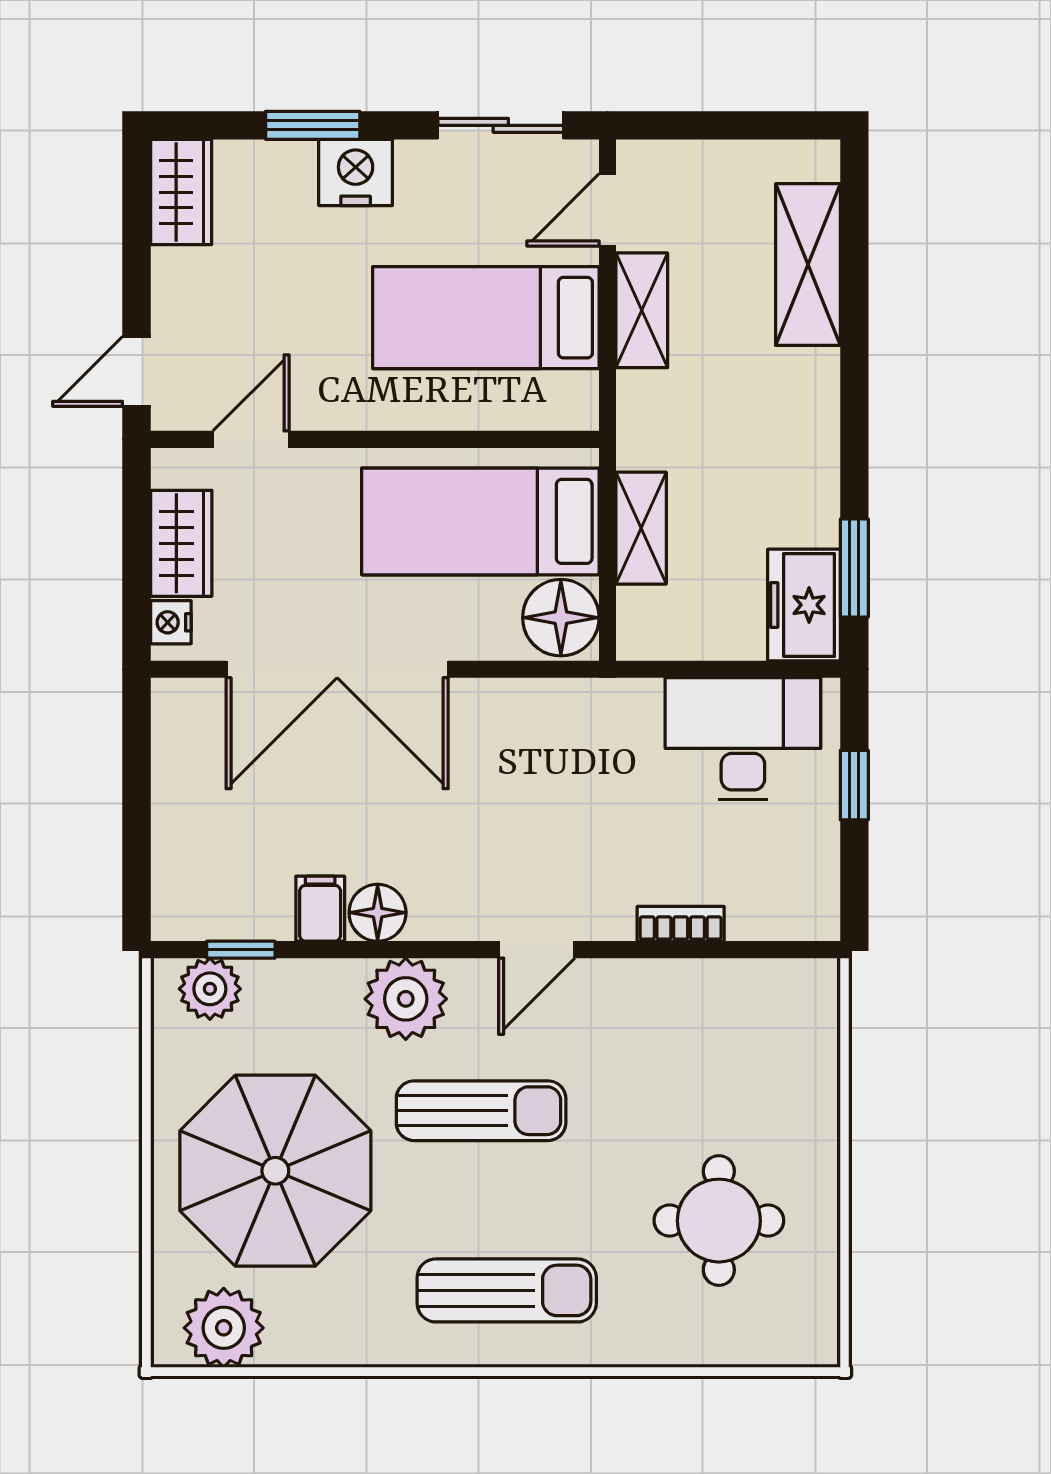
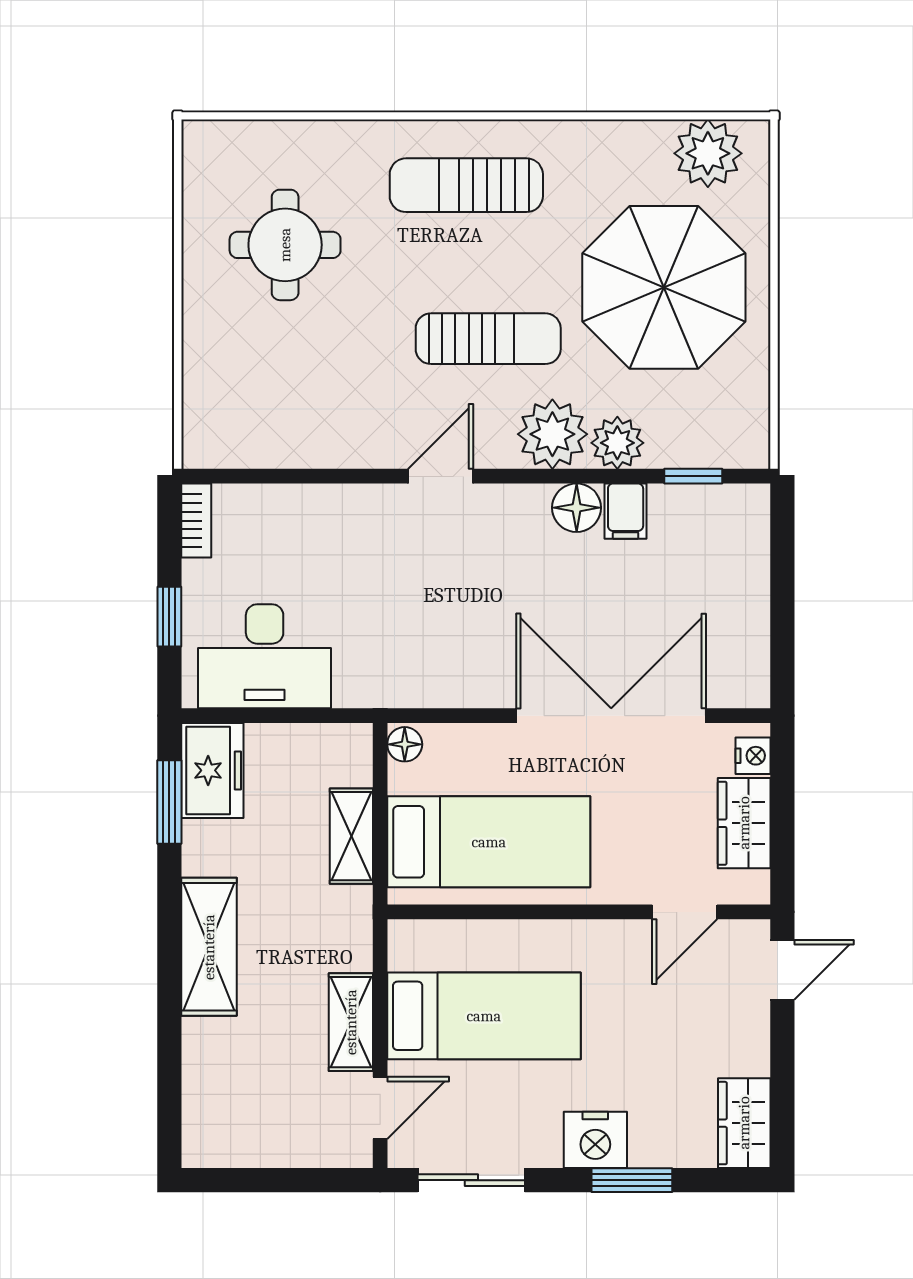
shelving: (808, 265) -> (209, 947), moved
floor lamp: (561, 618) -> (405, 744), width x0.53, depth x0.53
bookcase: (681, 924) -> (196, 521), moved, turned -90
plant: (210, 989) -> (617, 443), moved
sun lounger: (481, 1111) -> (488, 339), turned 180

